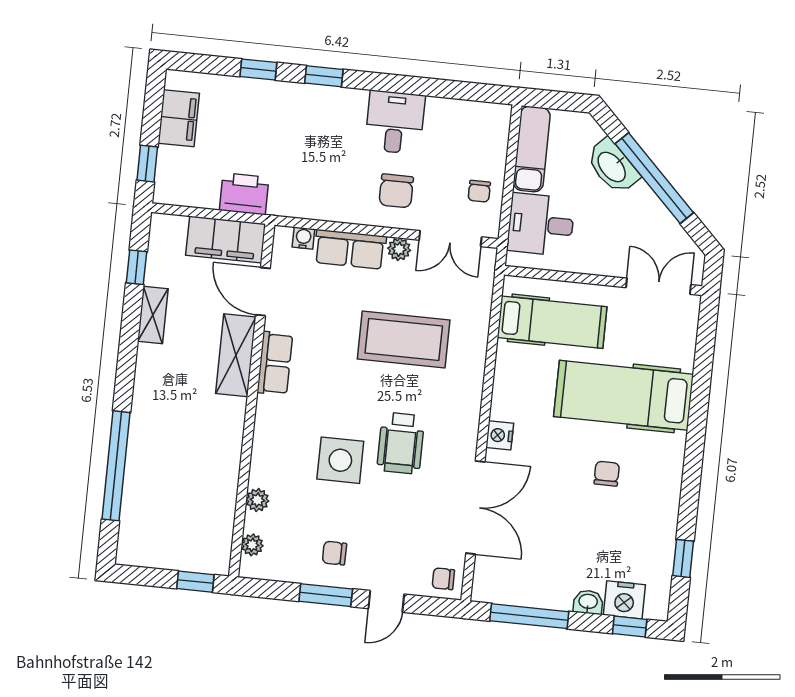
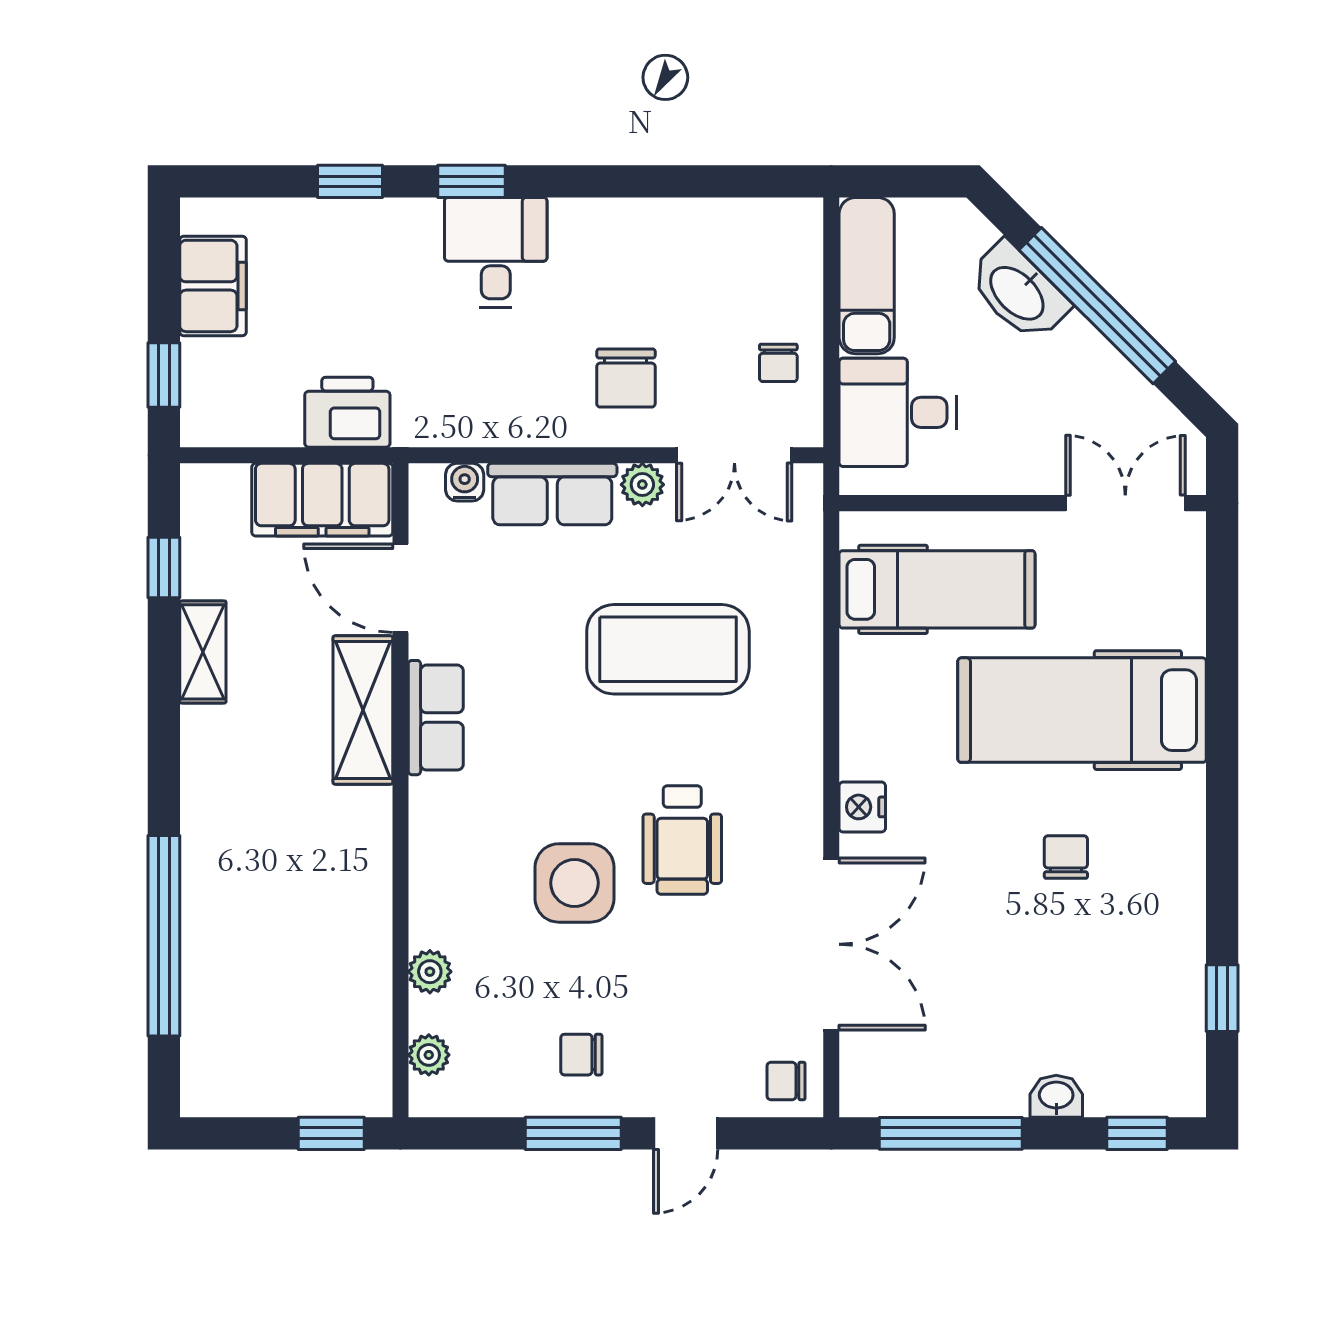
desk: (395, 122) -> (496, 253), moved
nightstand: (624, 600) -> (1122, 1085), removed

